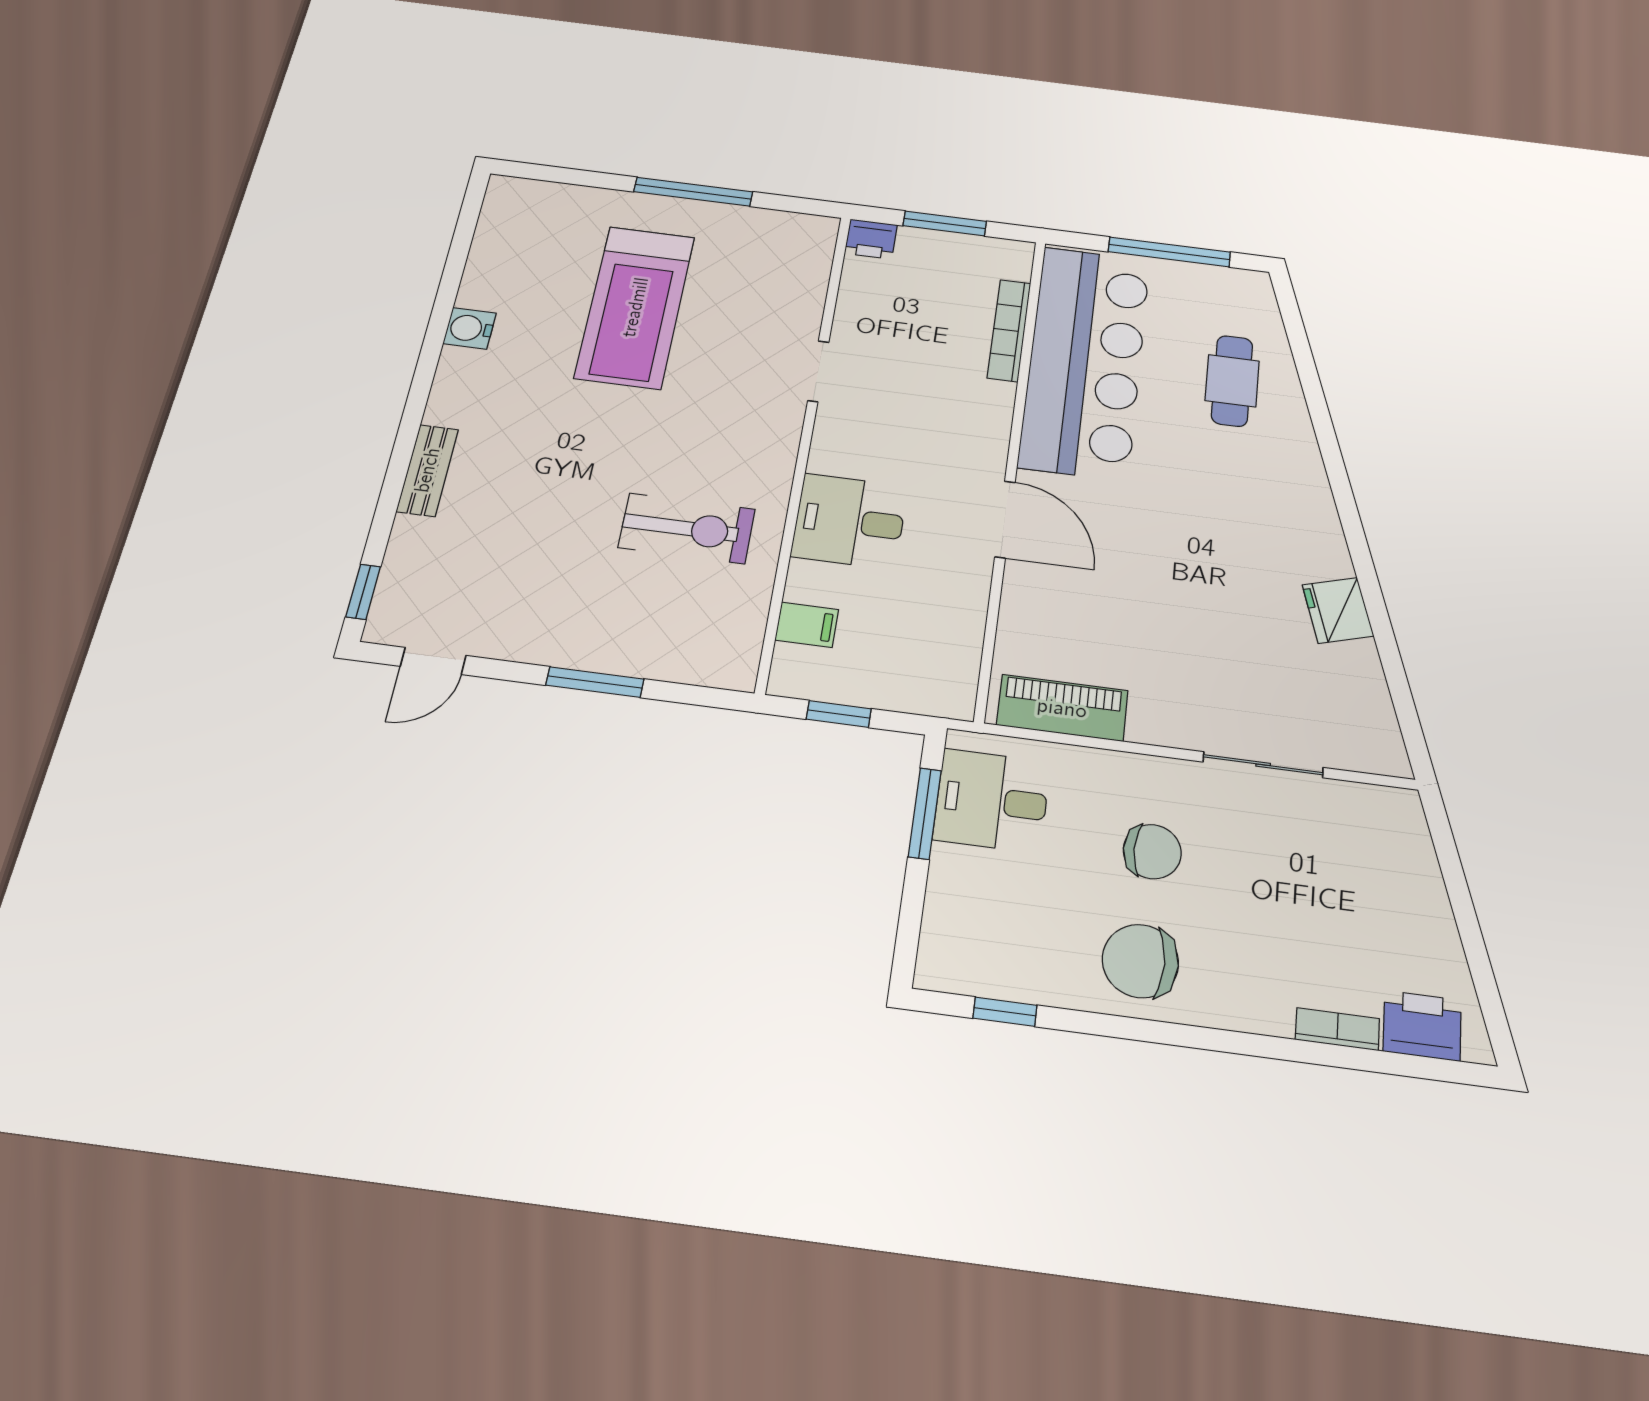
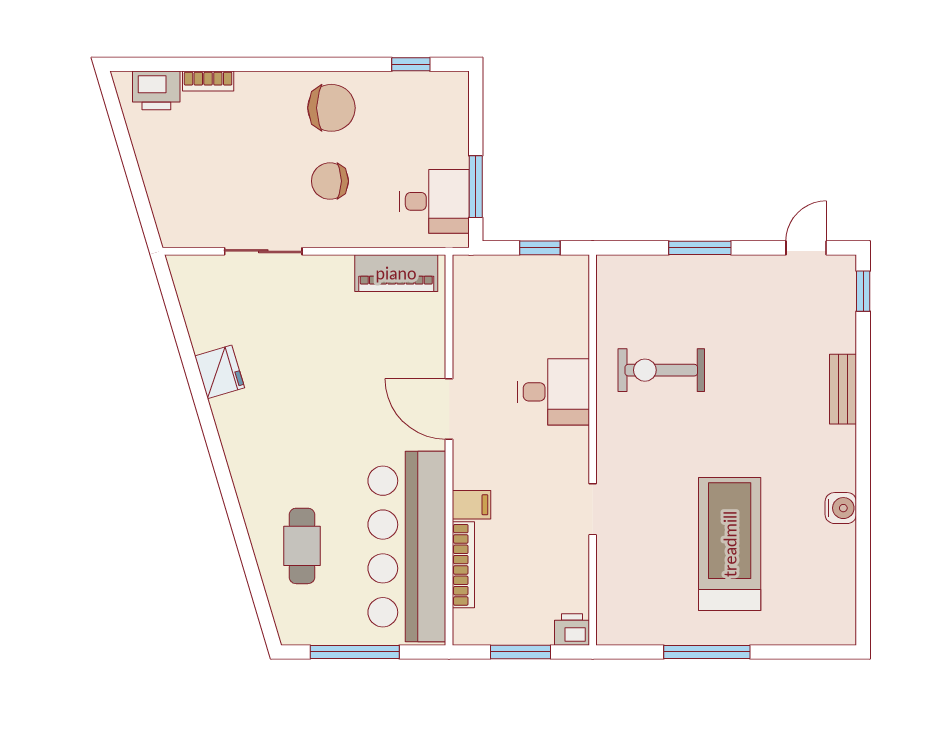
filing cabinet: (807, 625) -> (472, 505), moved, turned 180

